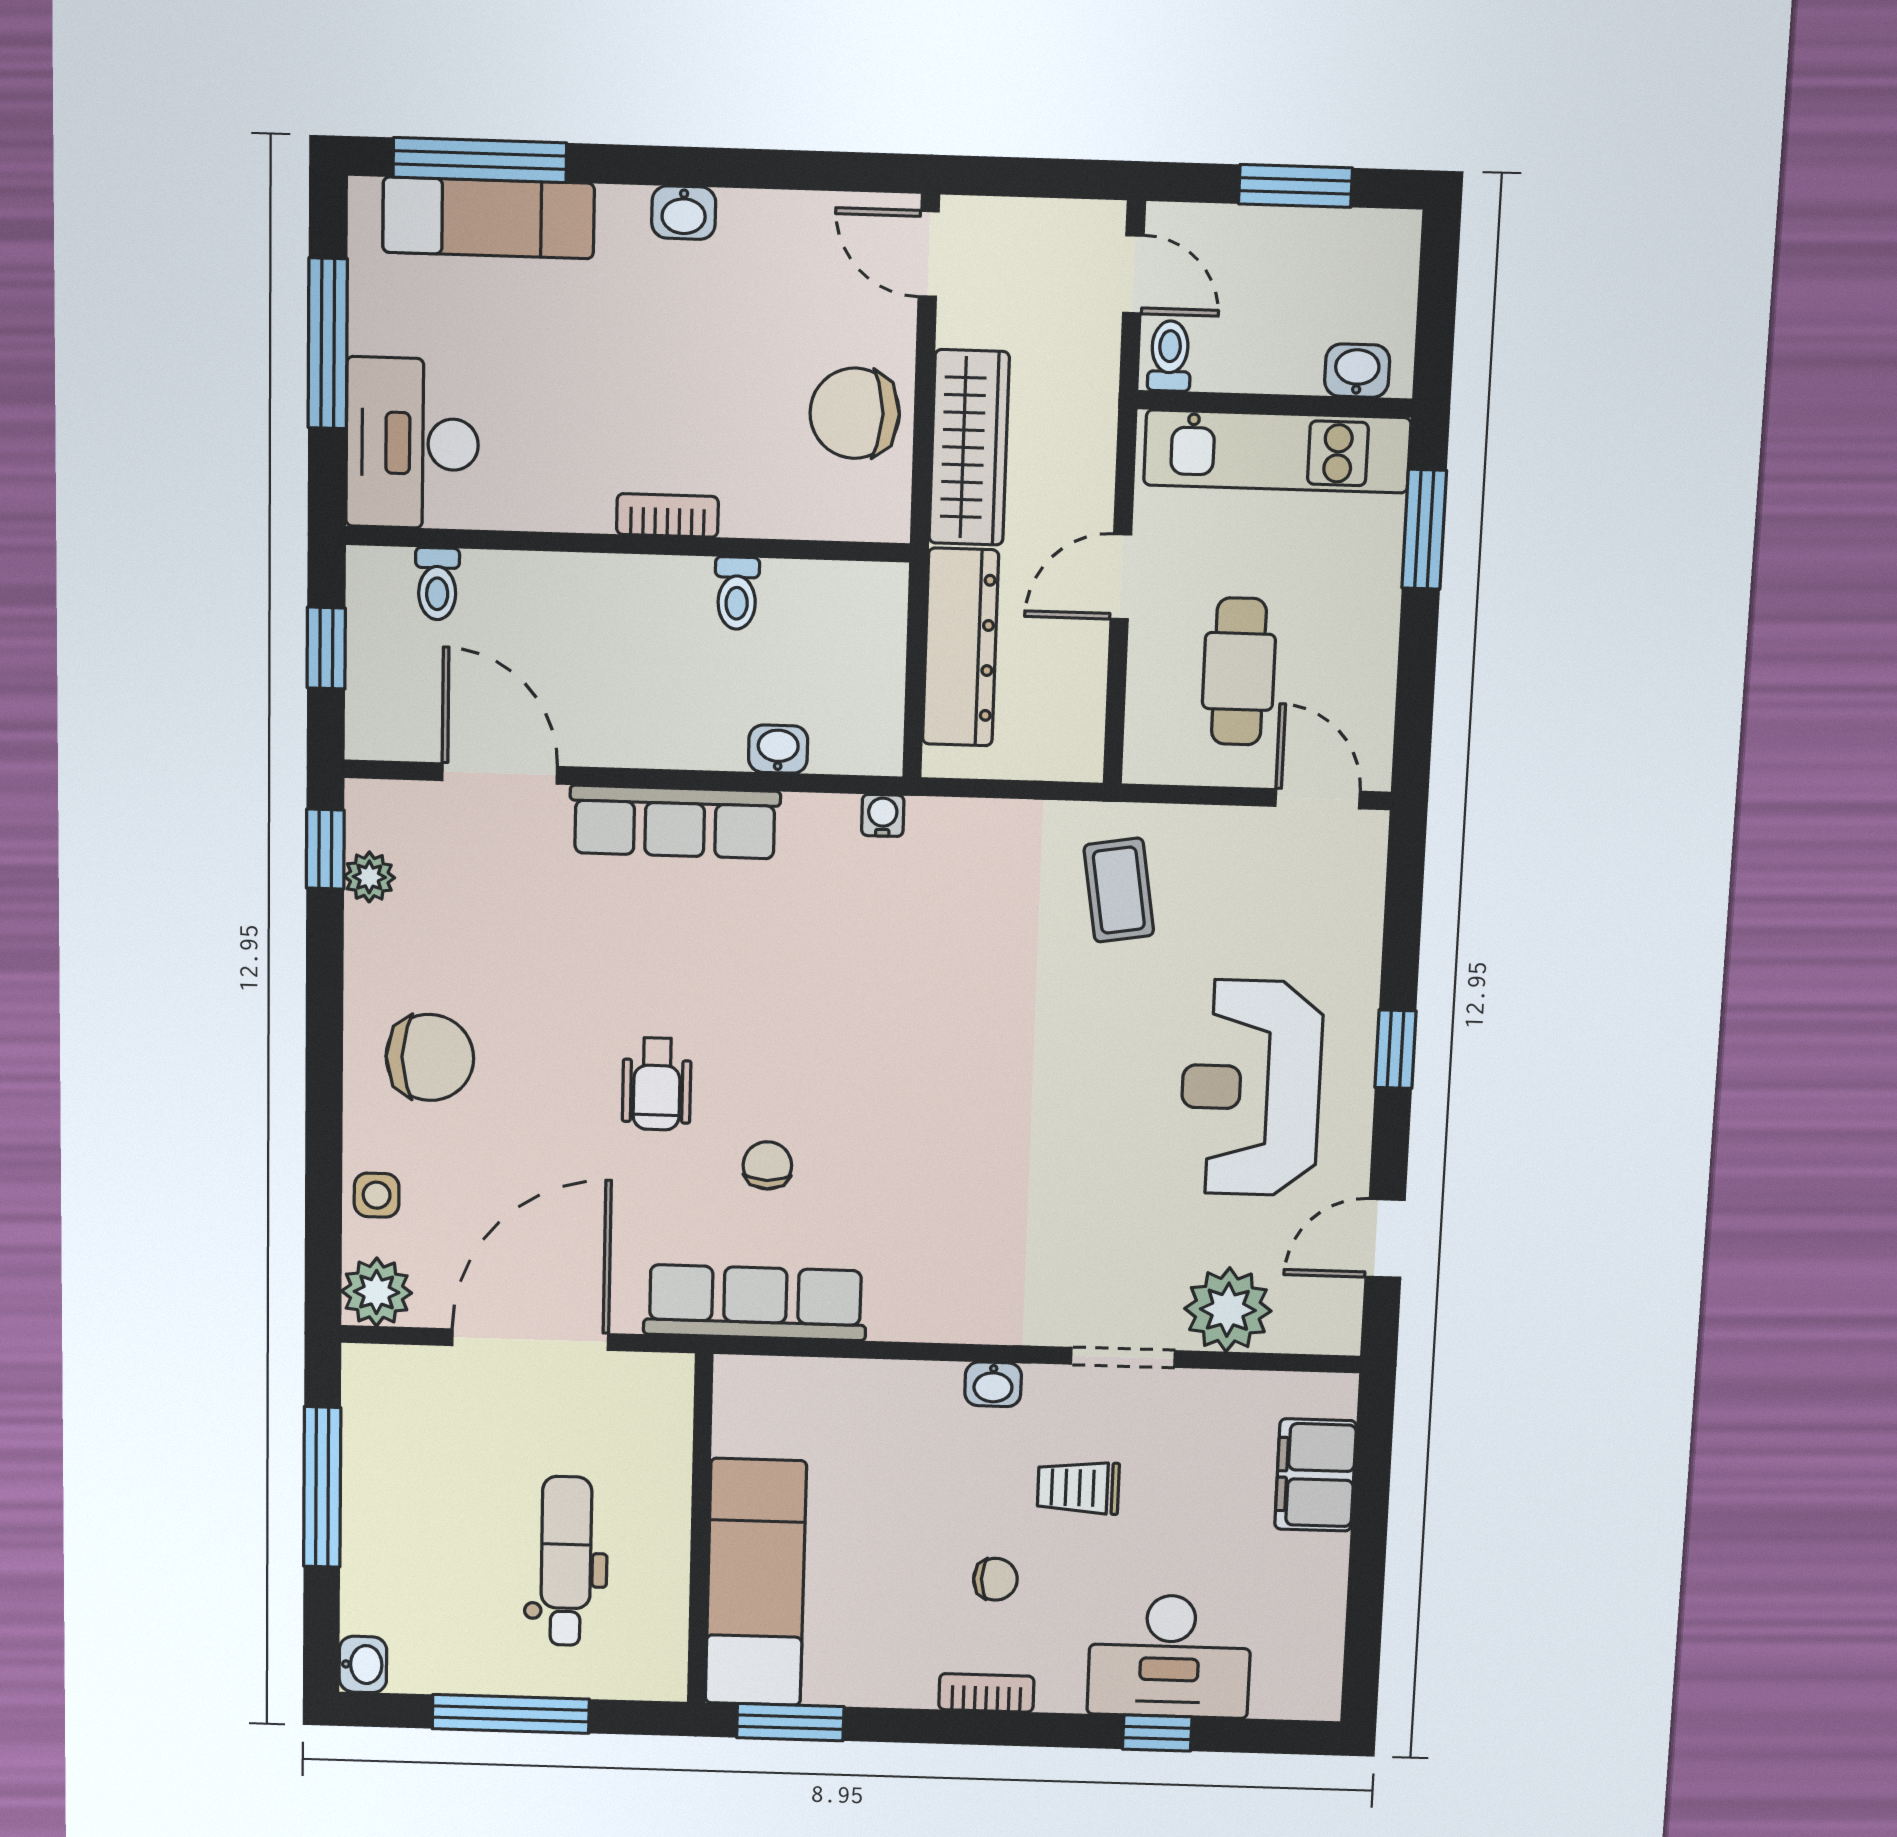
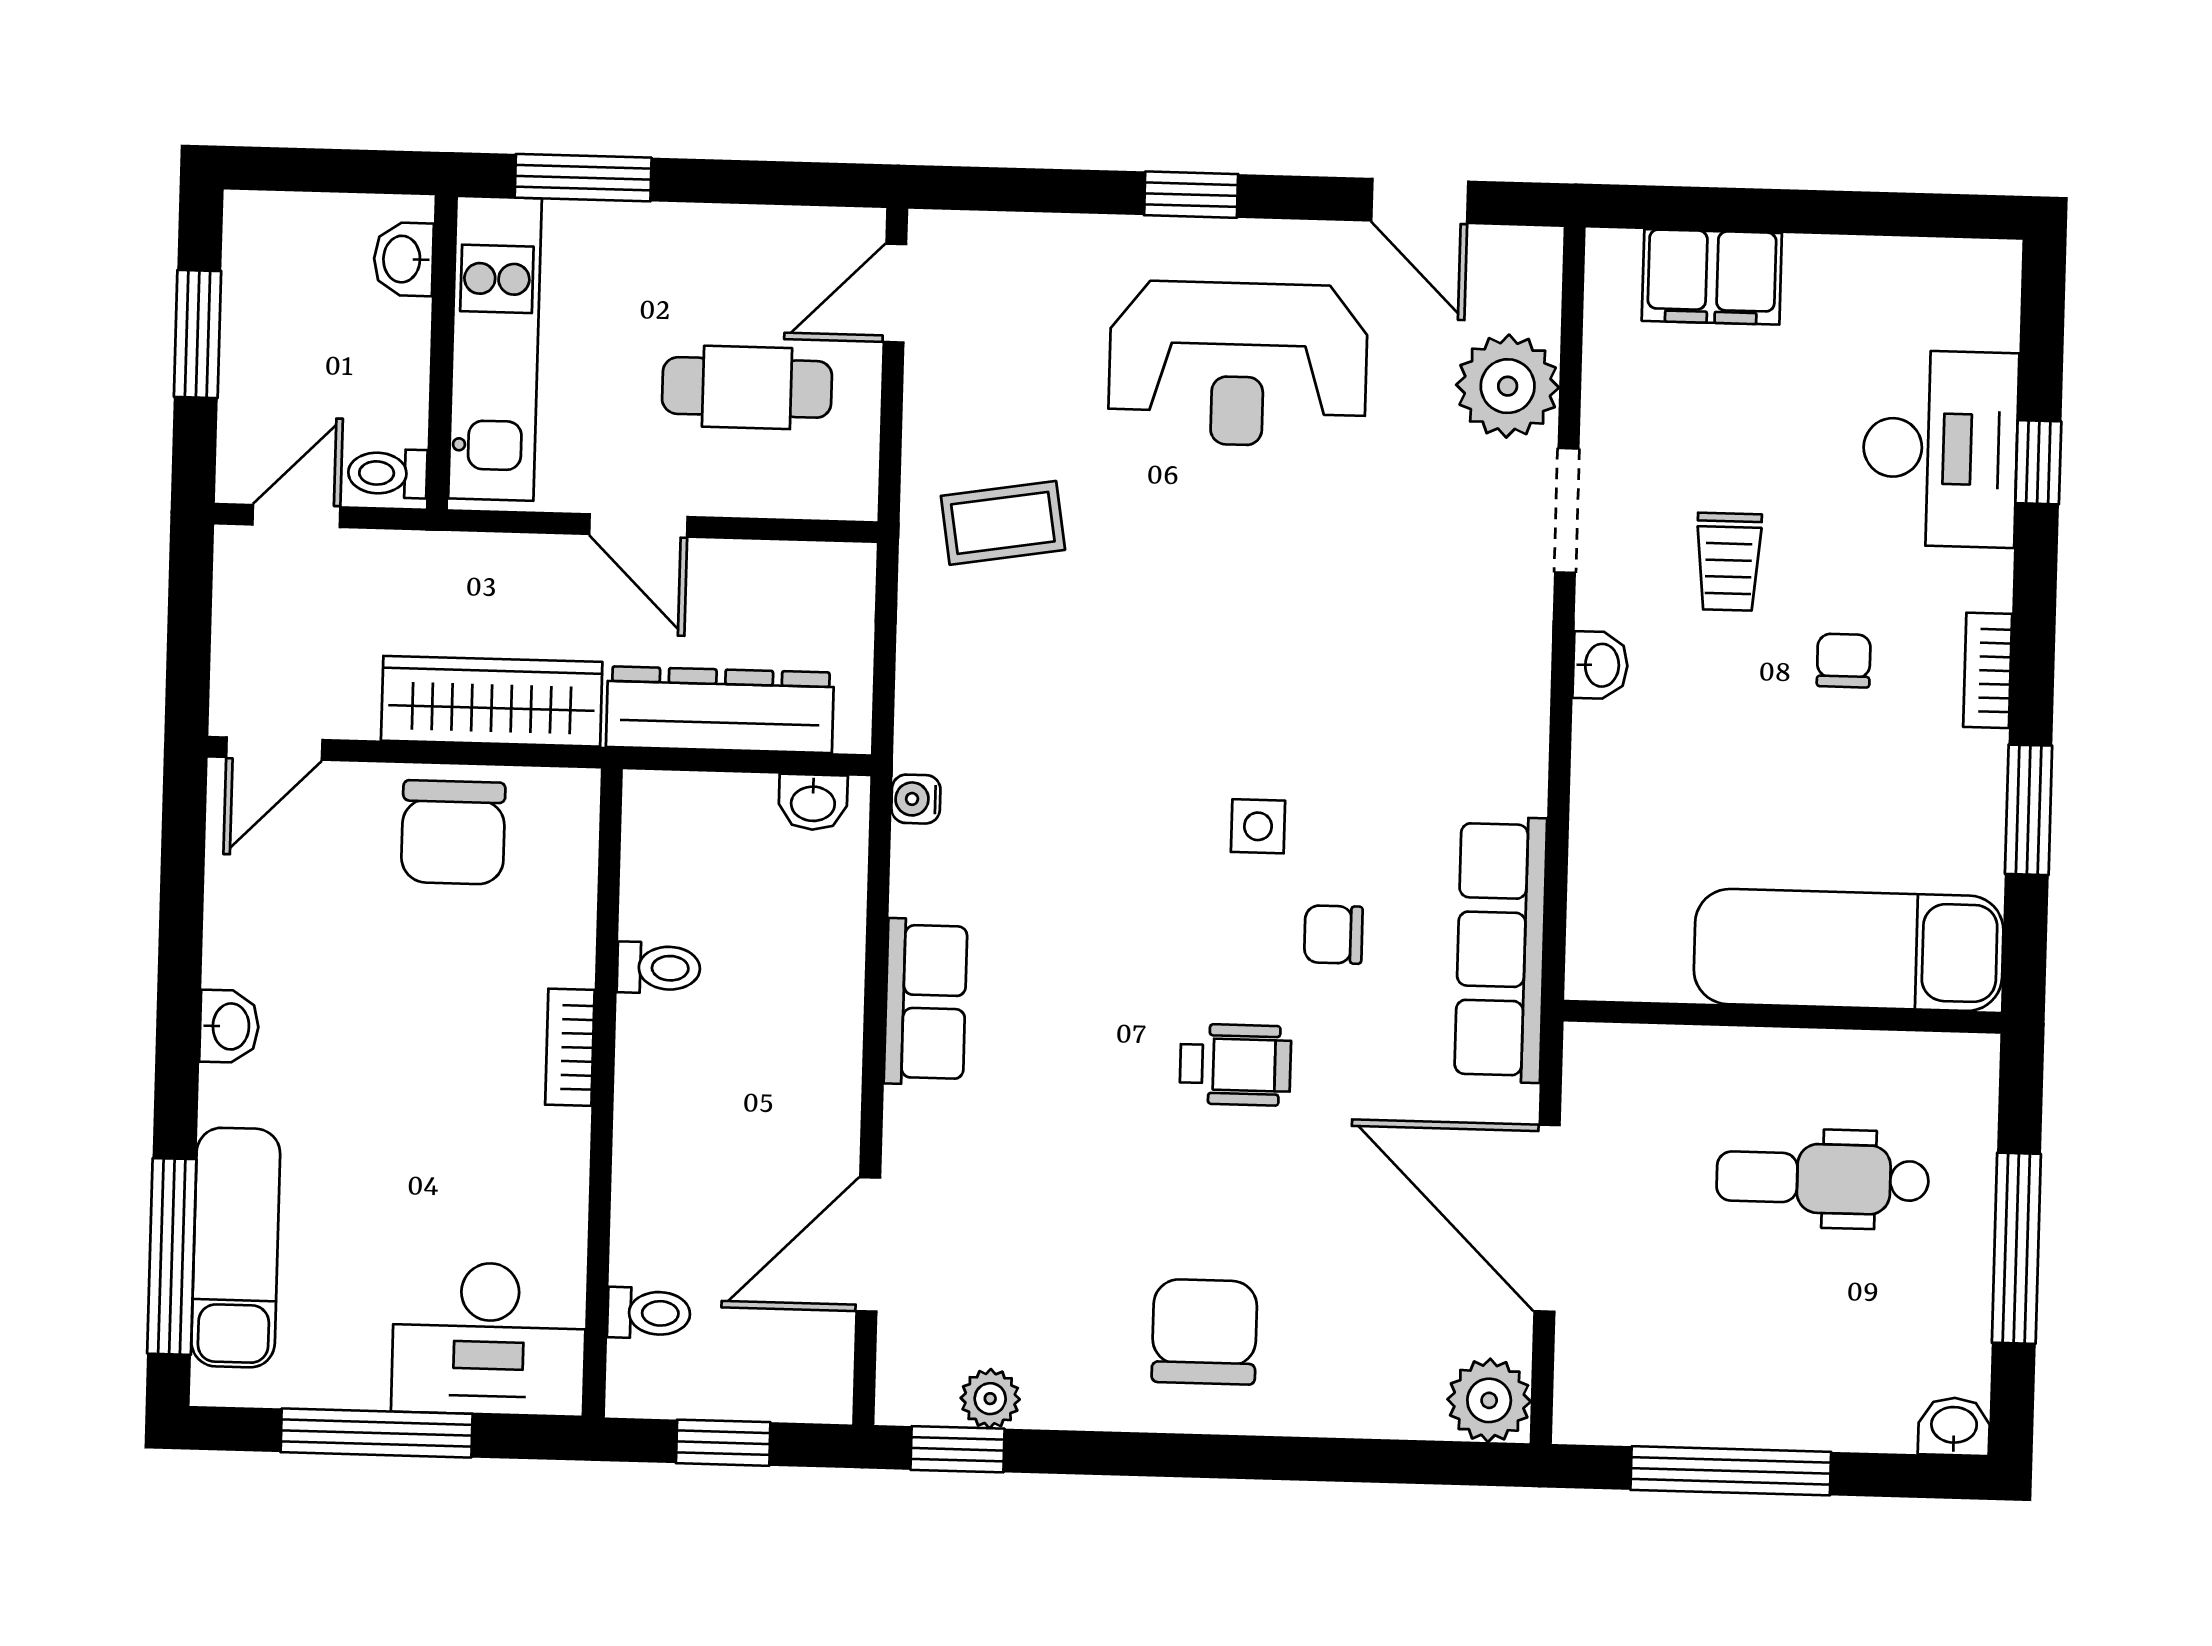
washbasin: (778, 749) -> (813, 802), moved, turned -90
row of seats: (675, 822) -> (926, 1002), width x0.68
side table: (377, 1195) -> (1258, 826), moved
window: (790, 1722) -> (2029, 810), moved

